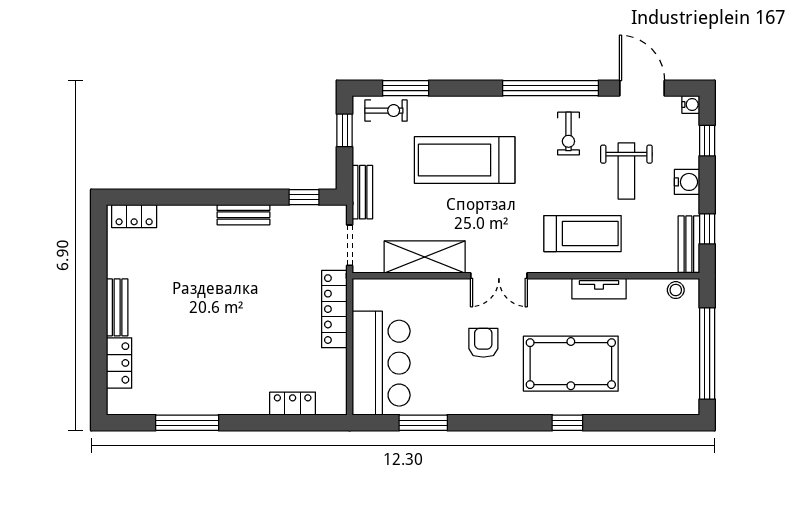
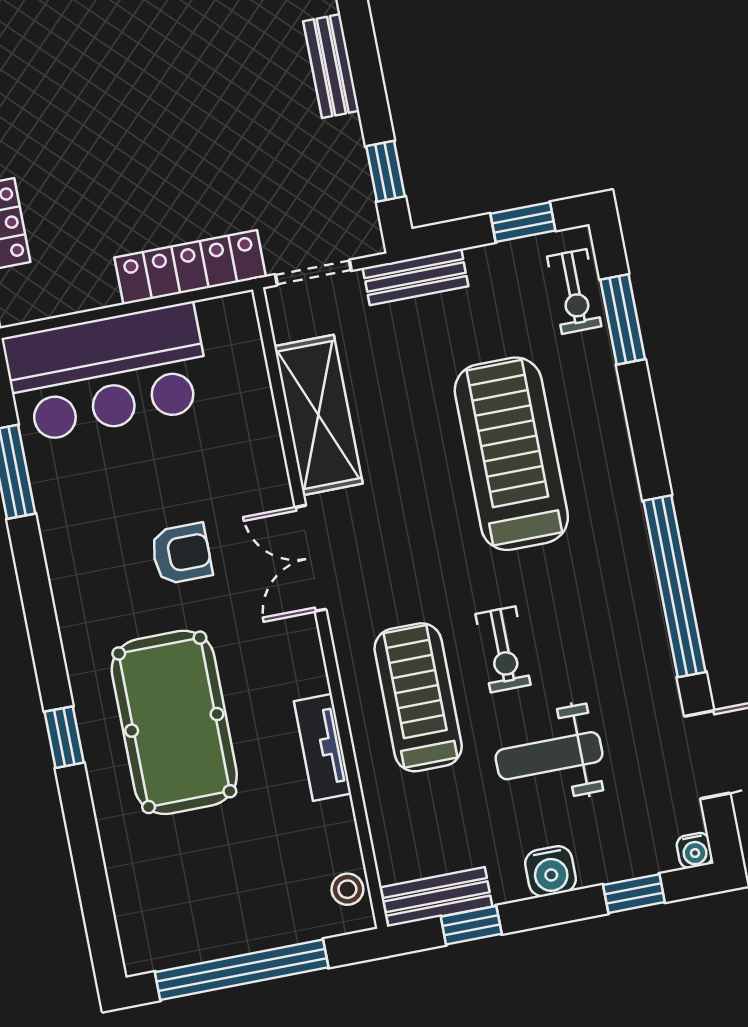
exercise bike: (568, 134) -> (503, 649), moved, turned -90
treadmill: (583, 234) -> (418, 697), turned 180

